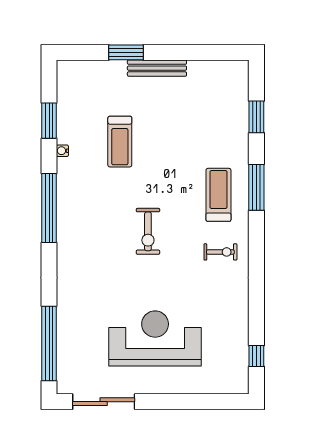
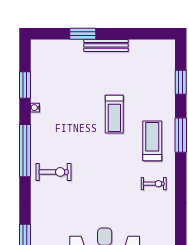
treadmill: (120, 142) -> (114, 114), moved
exercise bike: (148, 231) -> (54, 172), moved, turned -90

